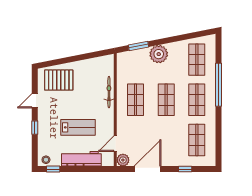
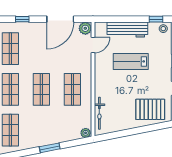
window: (138, 46) -> (50, 148), moved
plant: (159, 54) -> (86, 133), moved, width x0.53, depth x0.53
bicycle: (109, 92) -> (99, 113), moved

